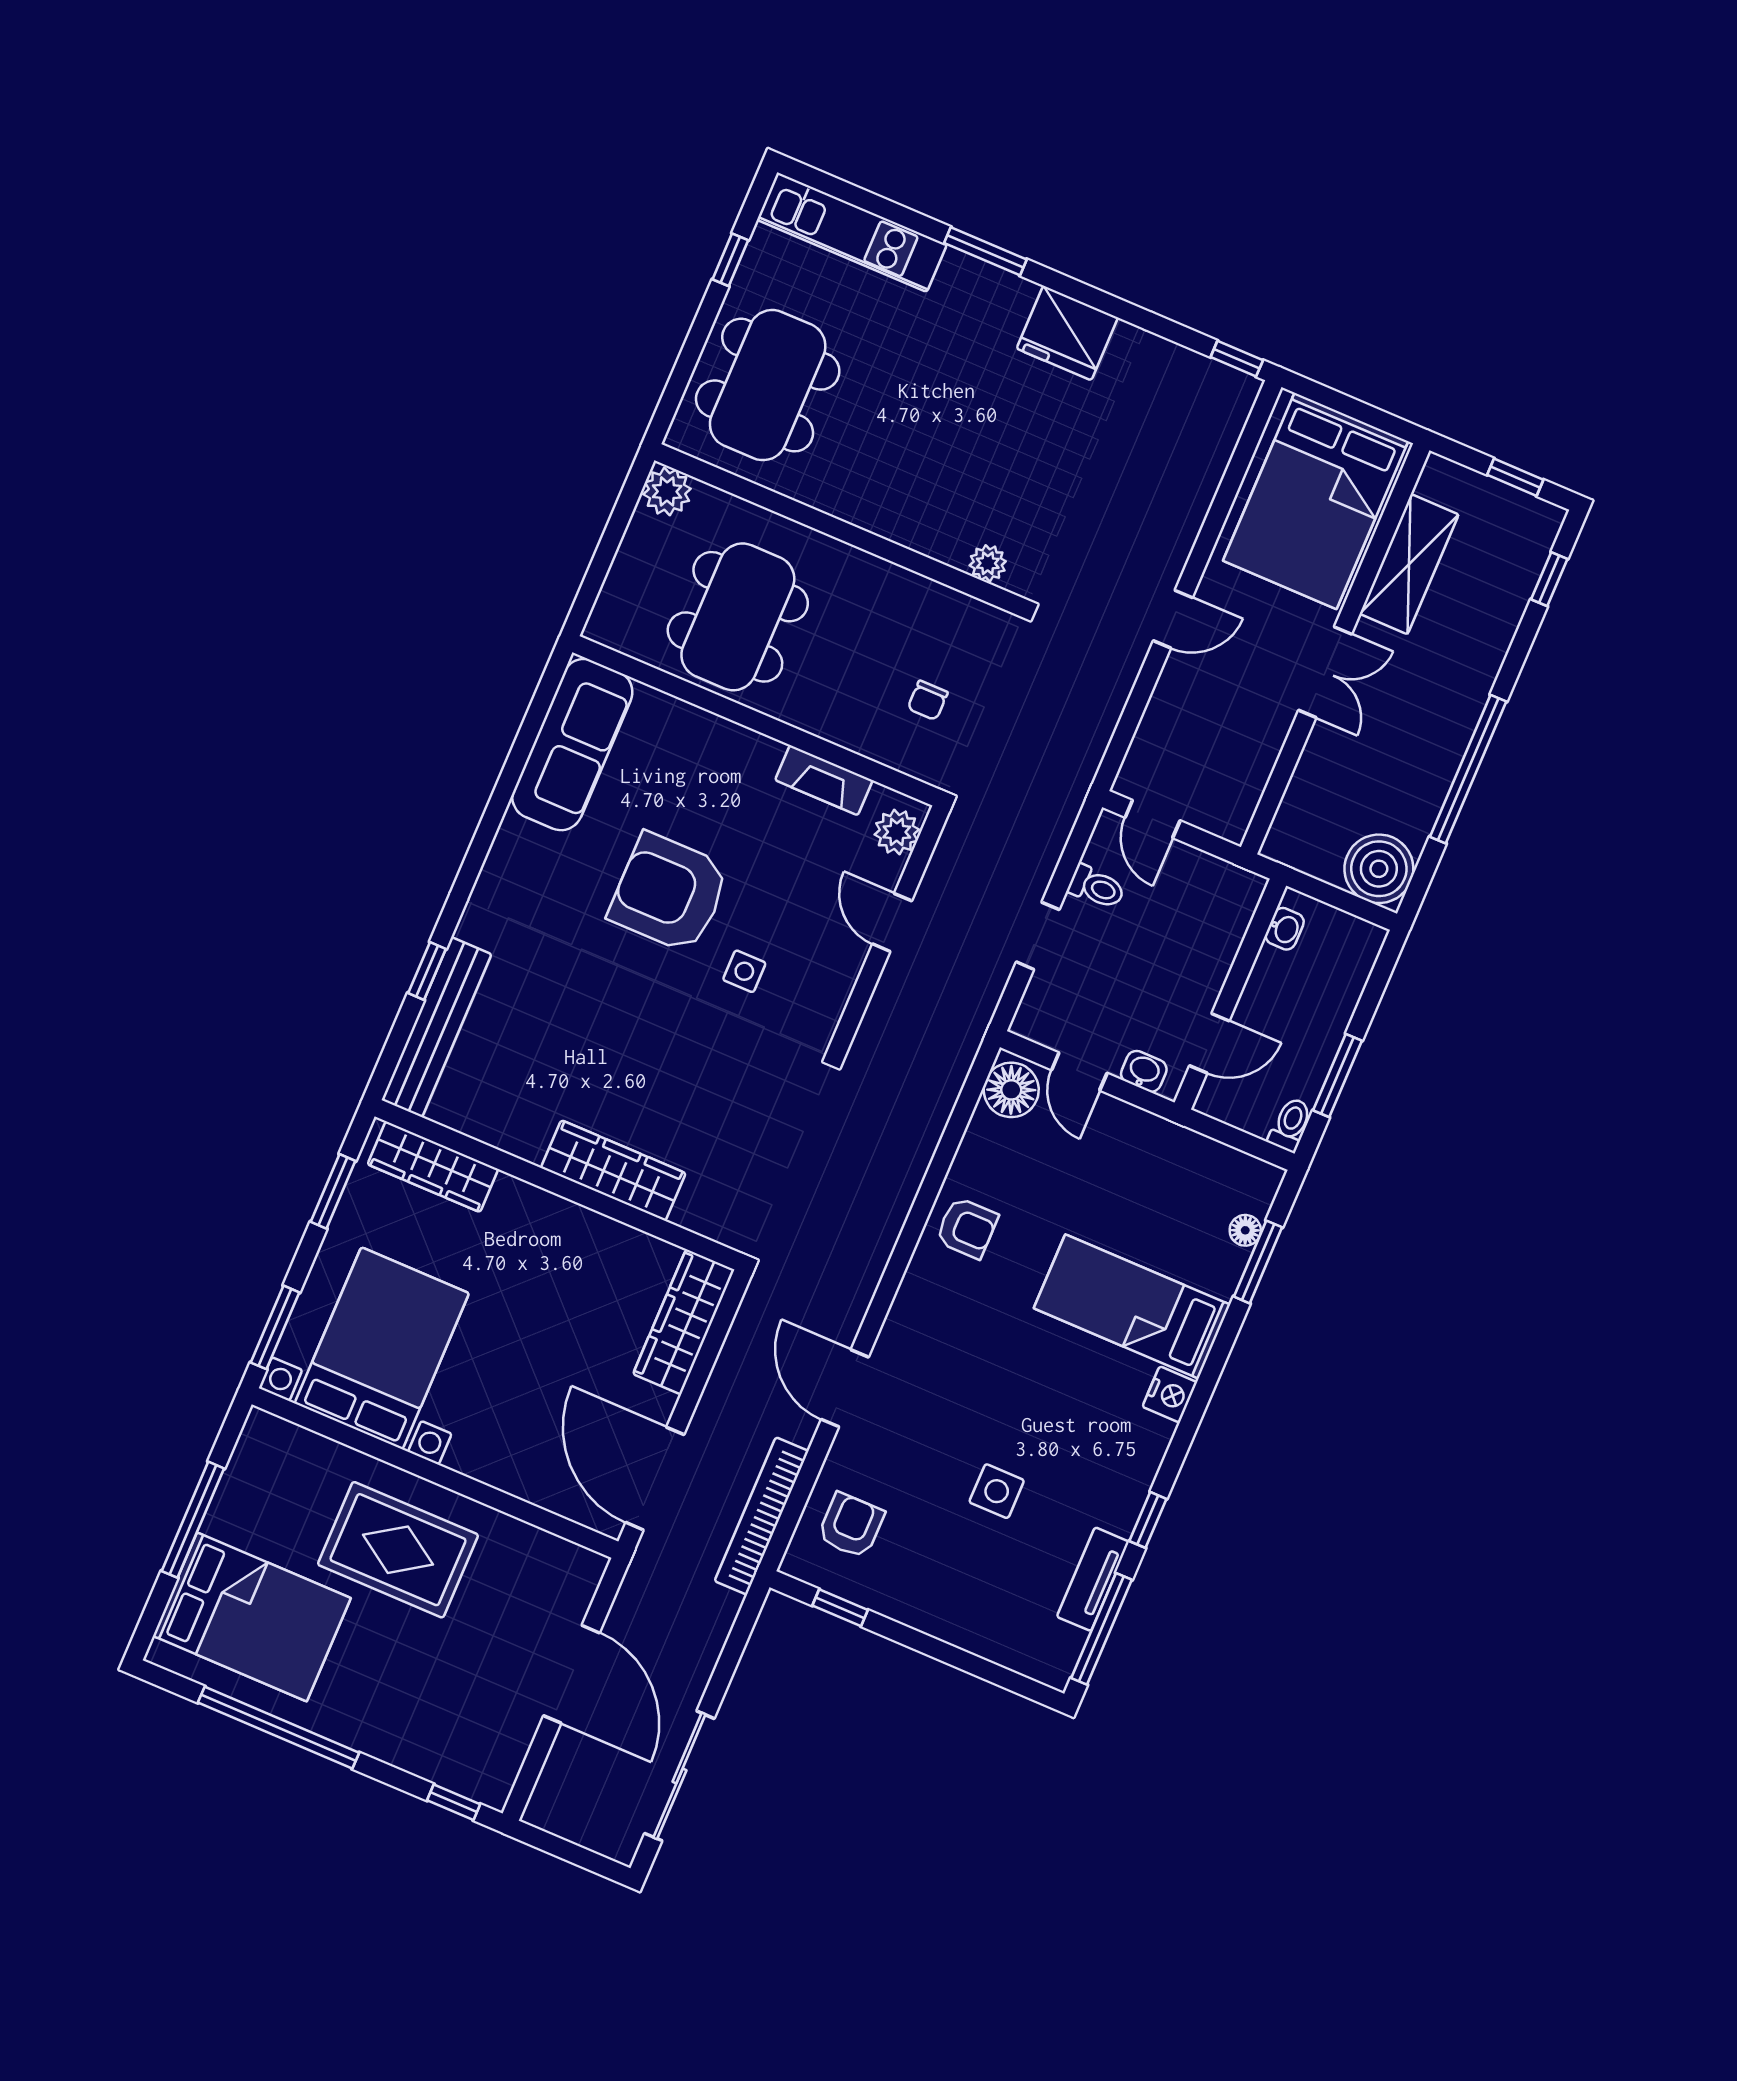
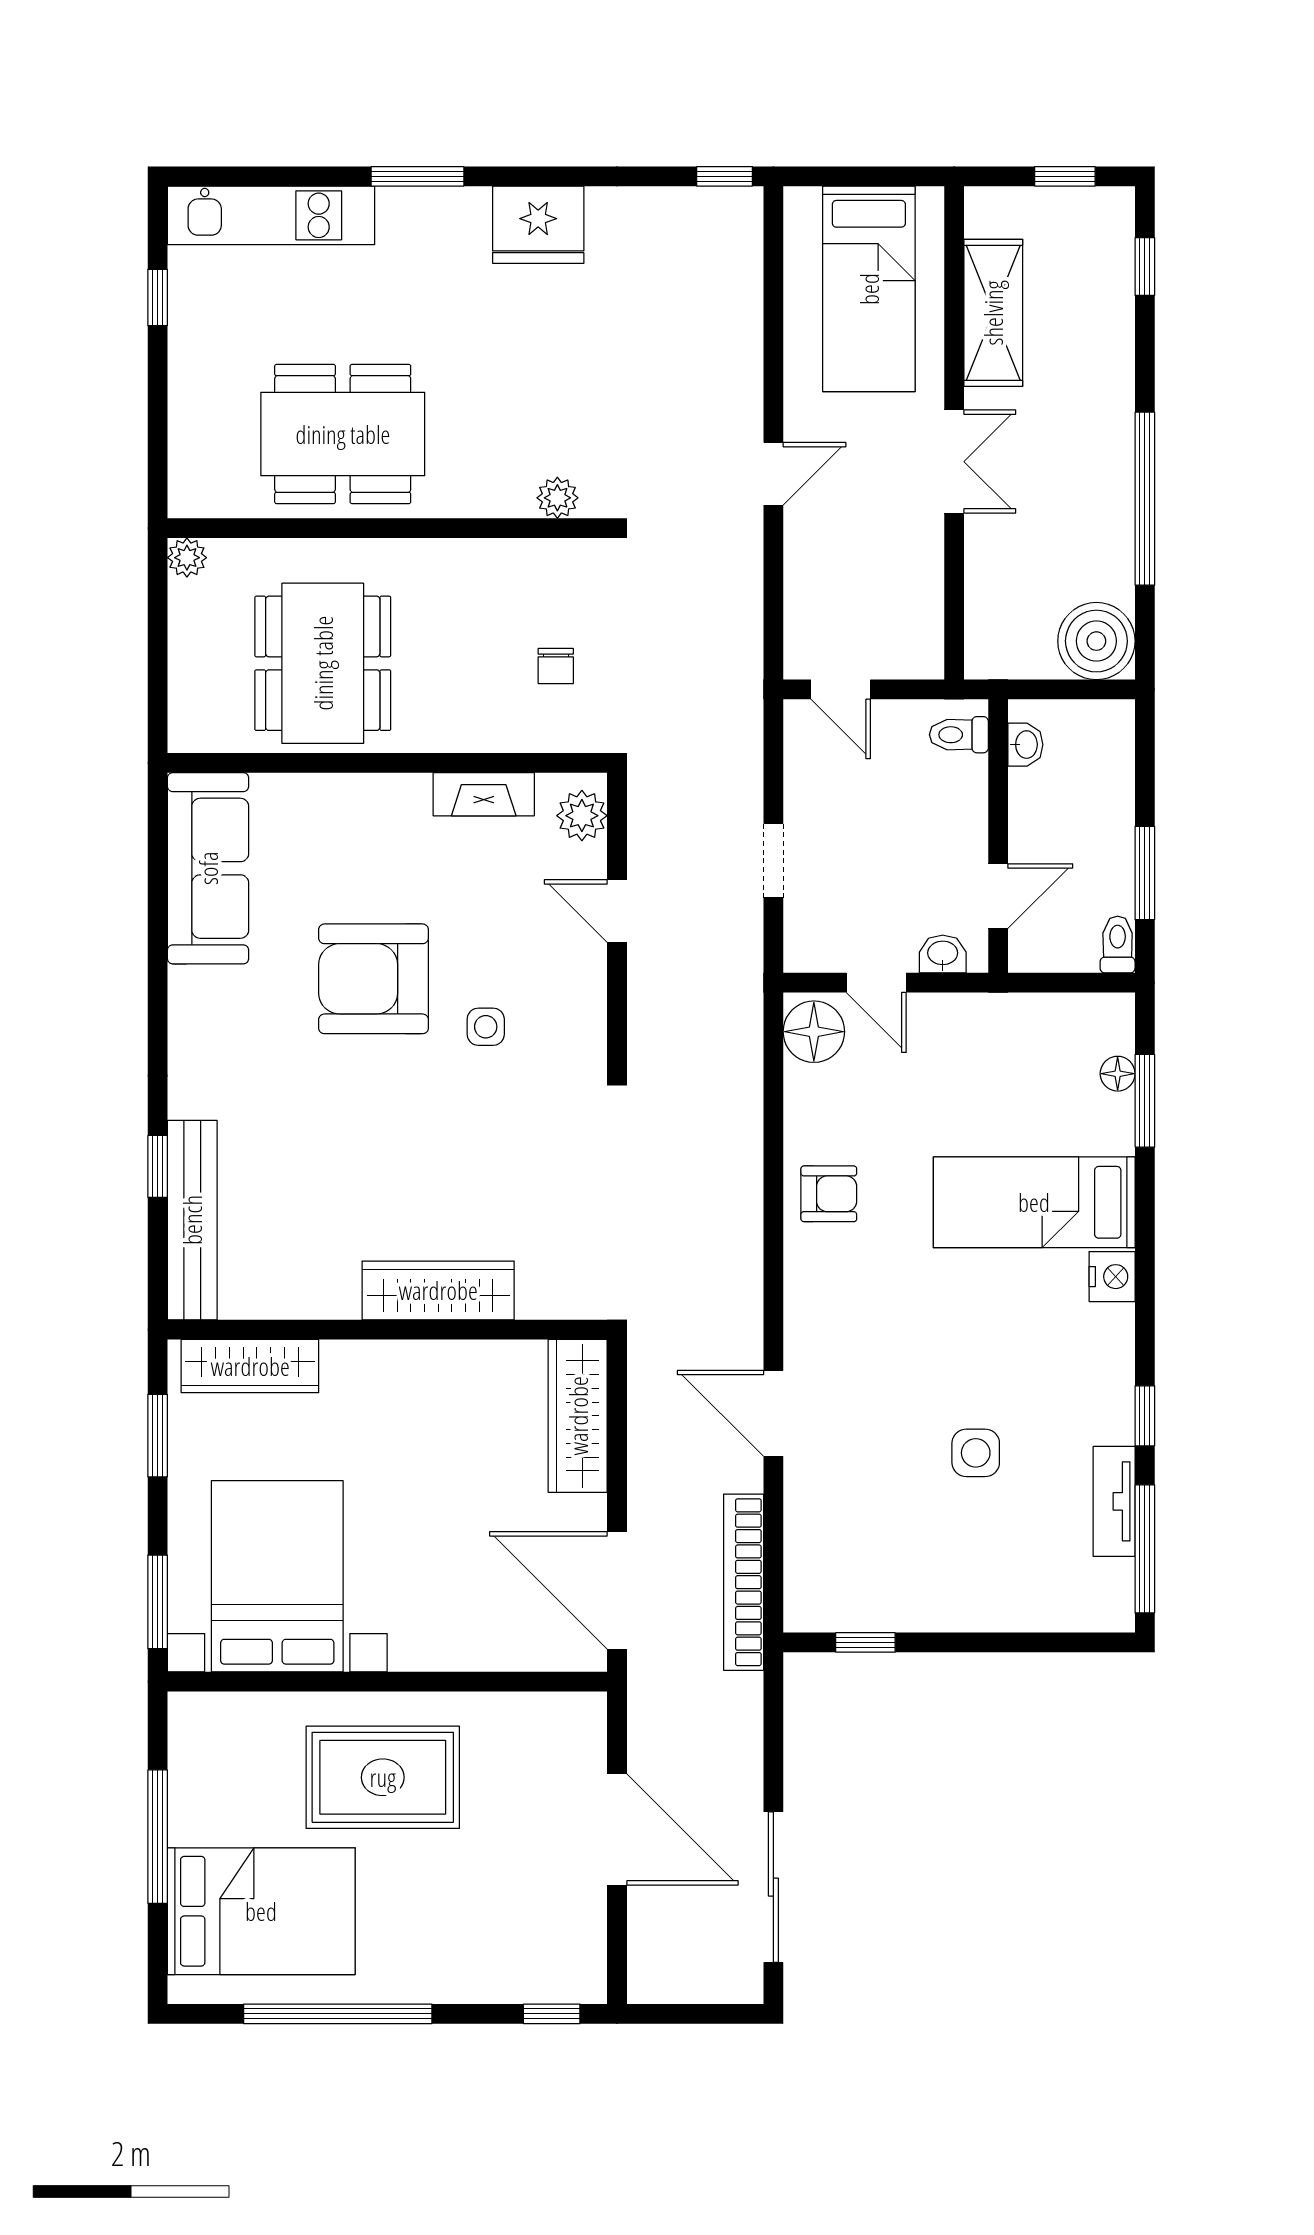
dining table: (768, 385) -> (343, 434), moved, turned 90
plant: (667, 491) -> (187, 558), width x0.73, depth x0.73
bed: (1316, 501) -> (869, 289), width x0.67
toilet: (1097, 887) -> (959, 735), moved, turned 180
armchair: (851, 1525) -> (840, 1553), removed

